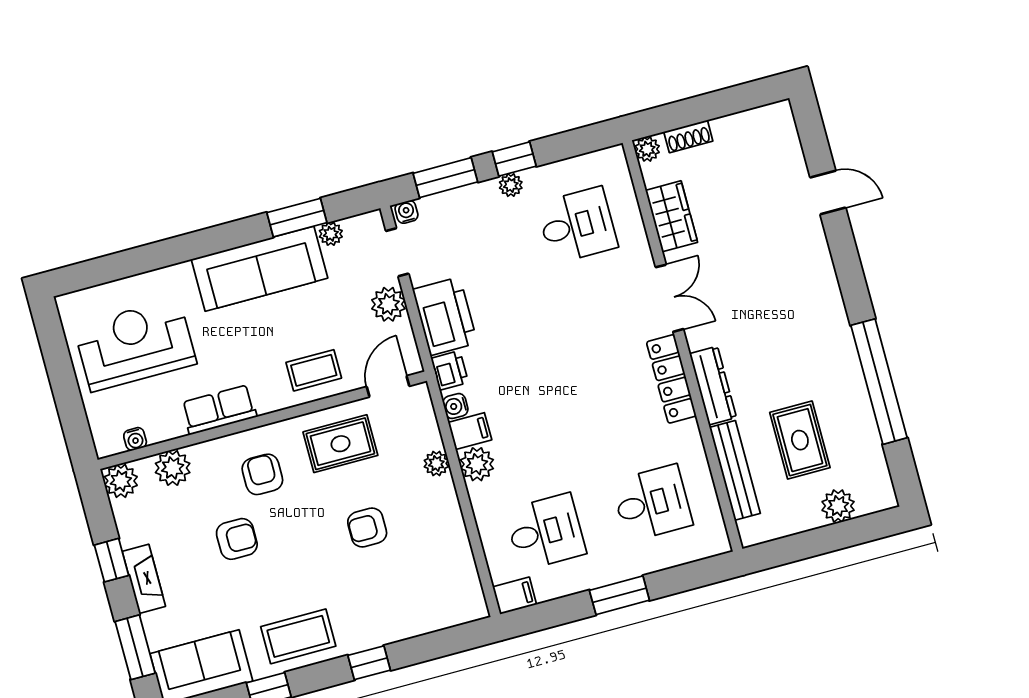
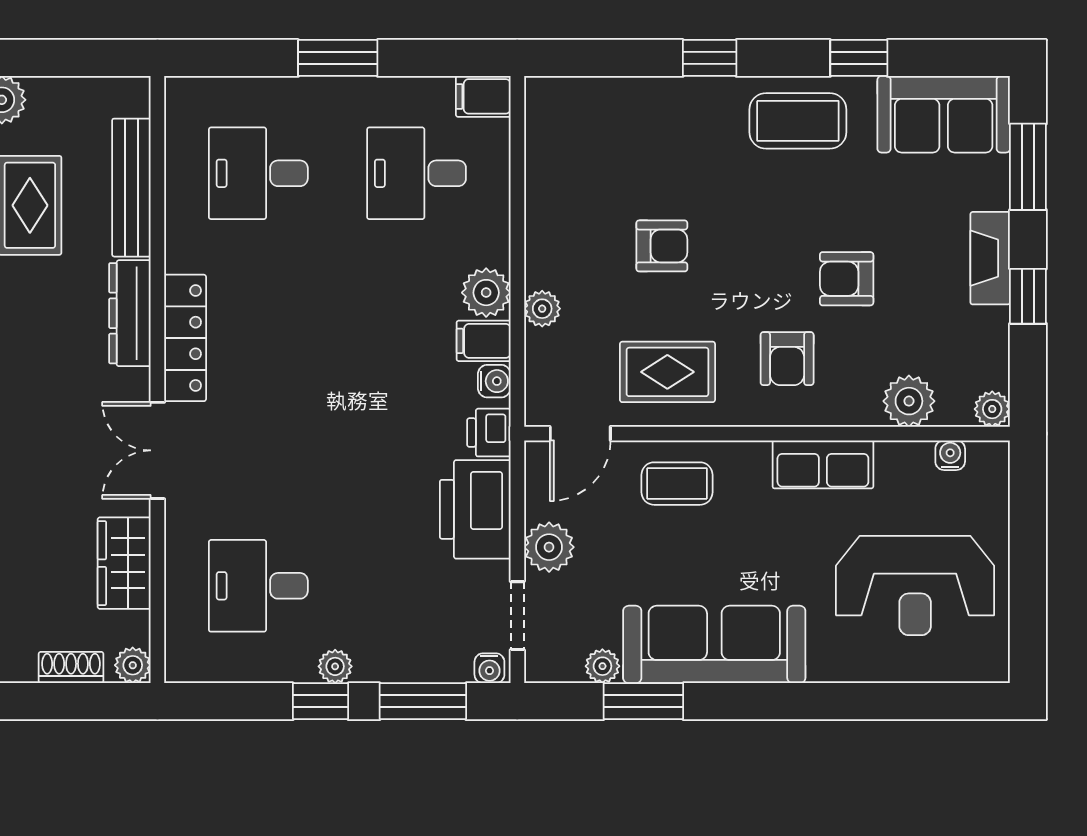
plant: (121, 481) -> (992, 409), width x0.73, depth x0.73

